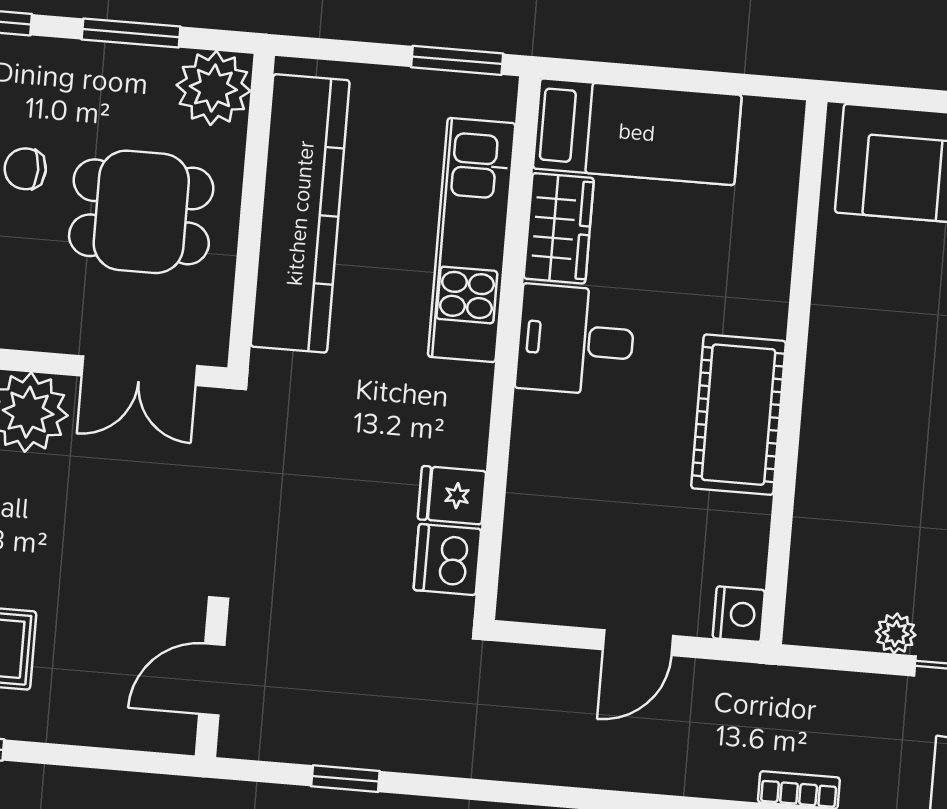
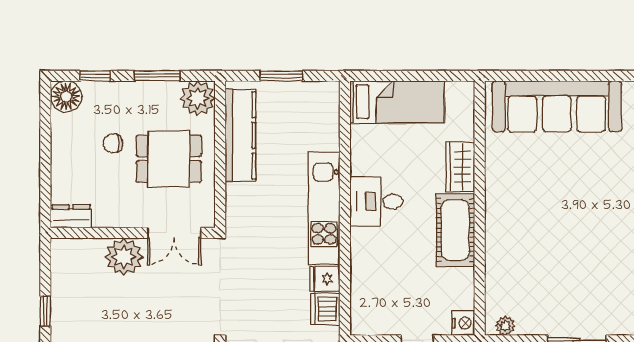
window: (457, 60) -> (281, 76), moved
kitchen counter: (300, 213) -> (240, 135), width x0.72, depth x0.86
wardrobe: (559, 228) -> (460, 167), moved, turned 180
kitchen unit: (472, 240) -> (324, 208), moved
plant: (896, 633) -> (505, 326), moved

